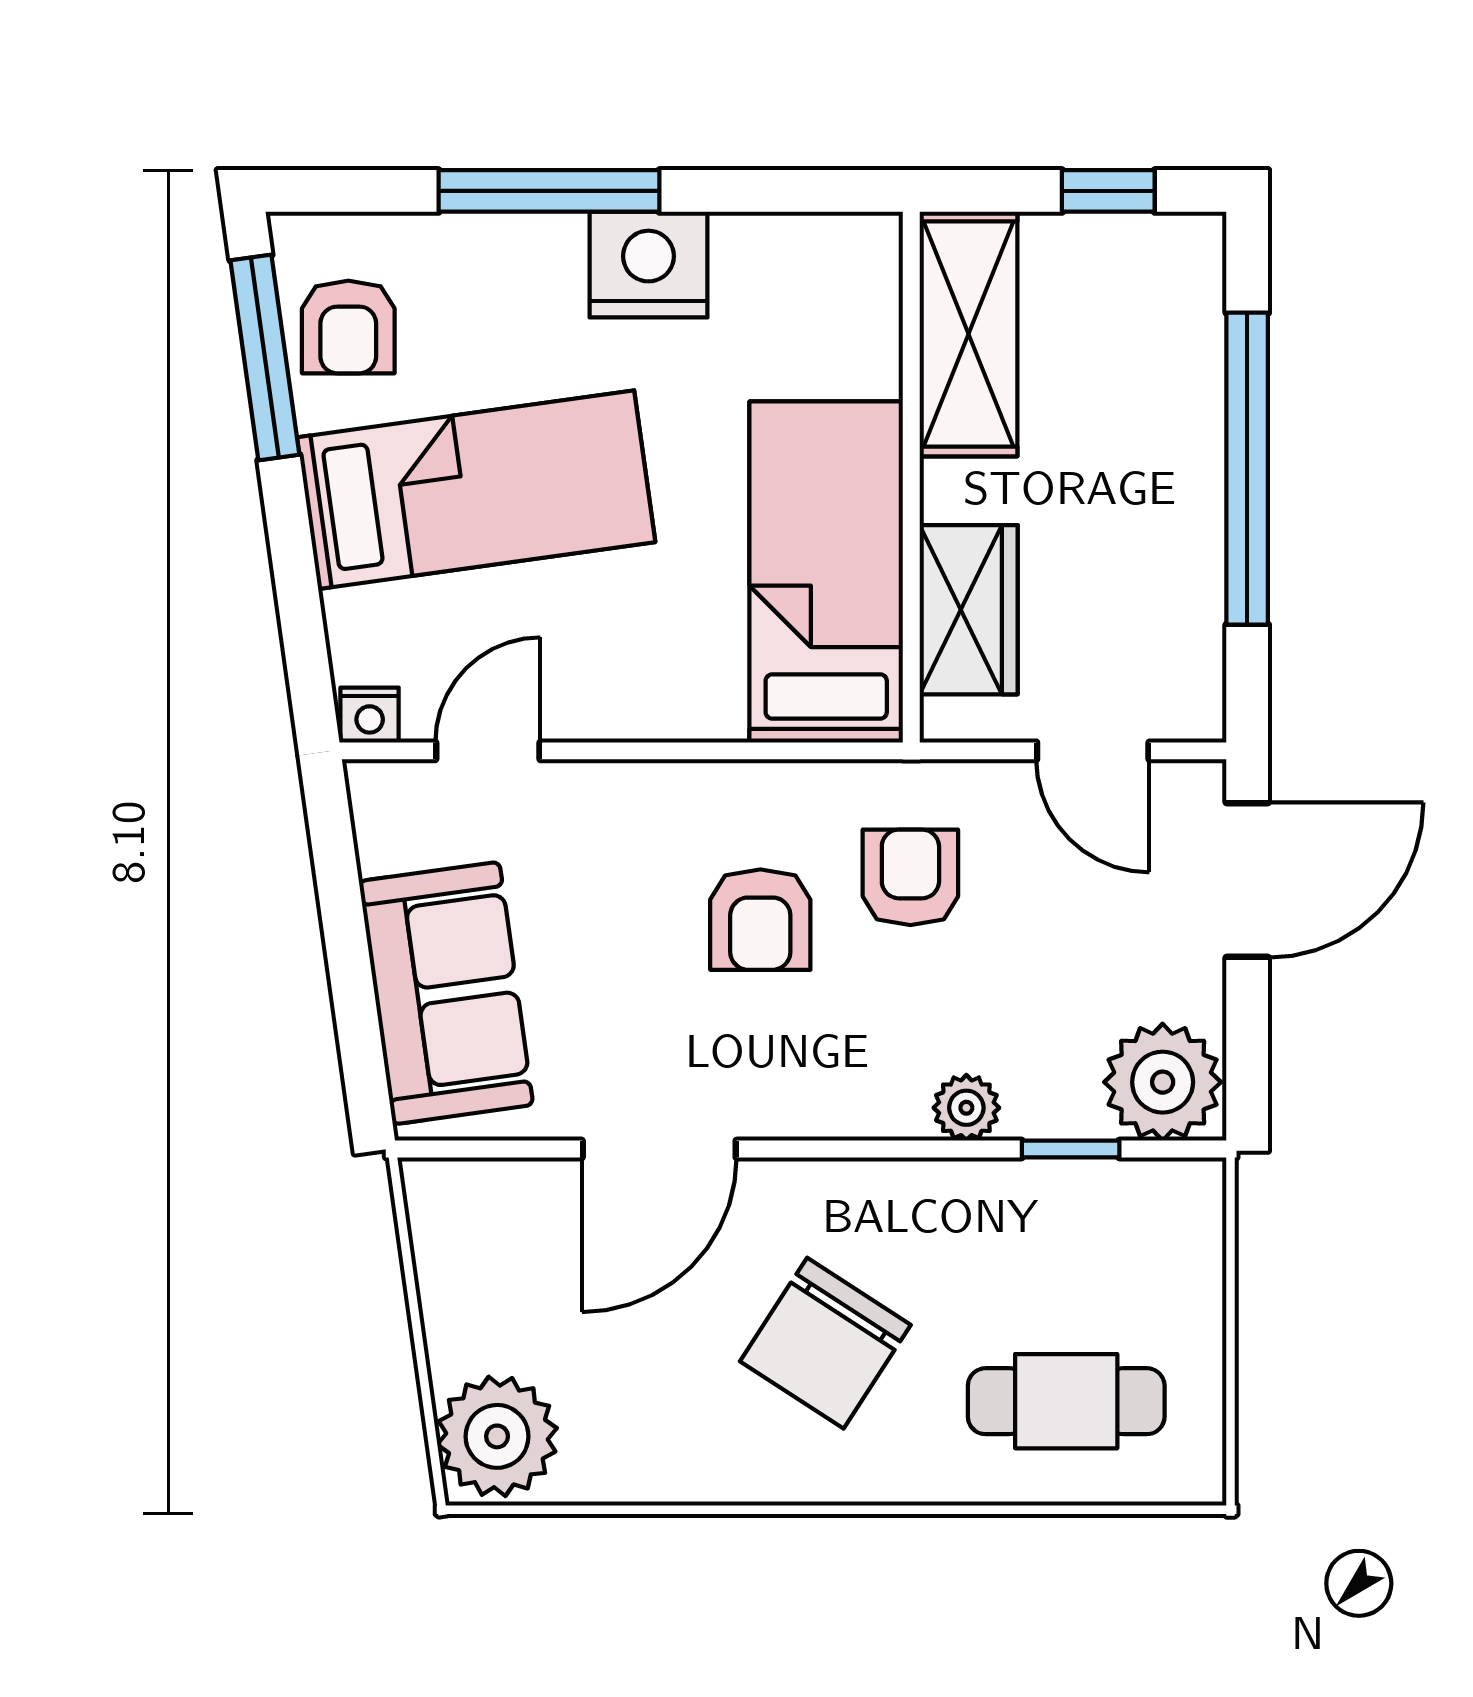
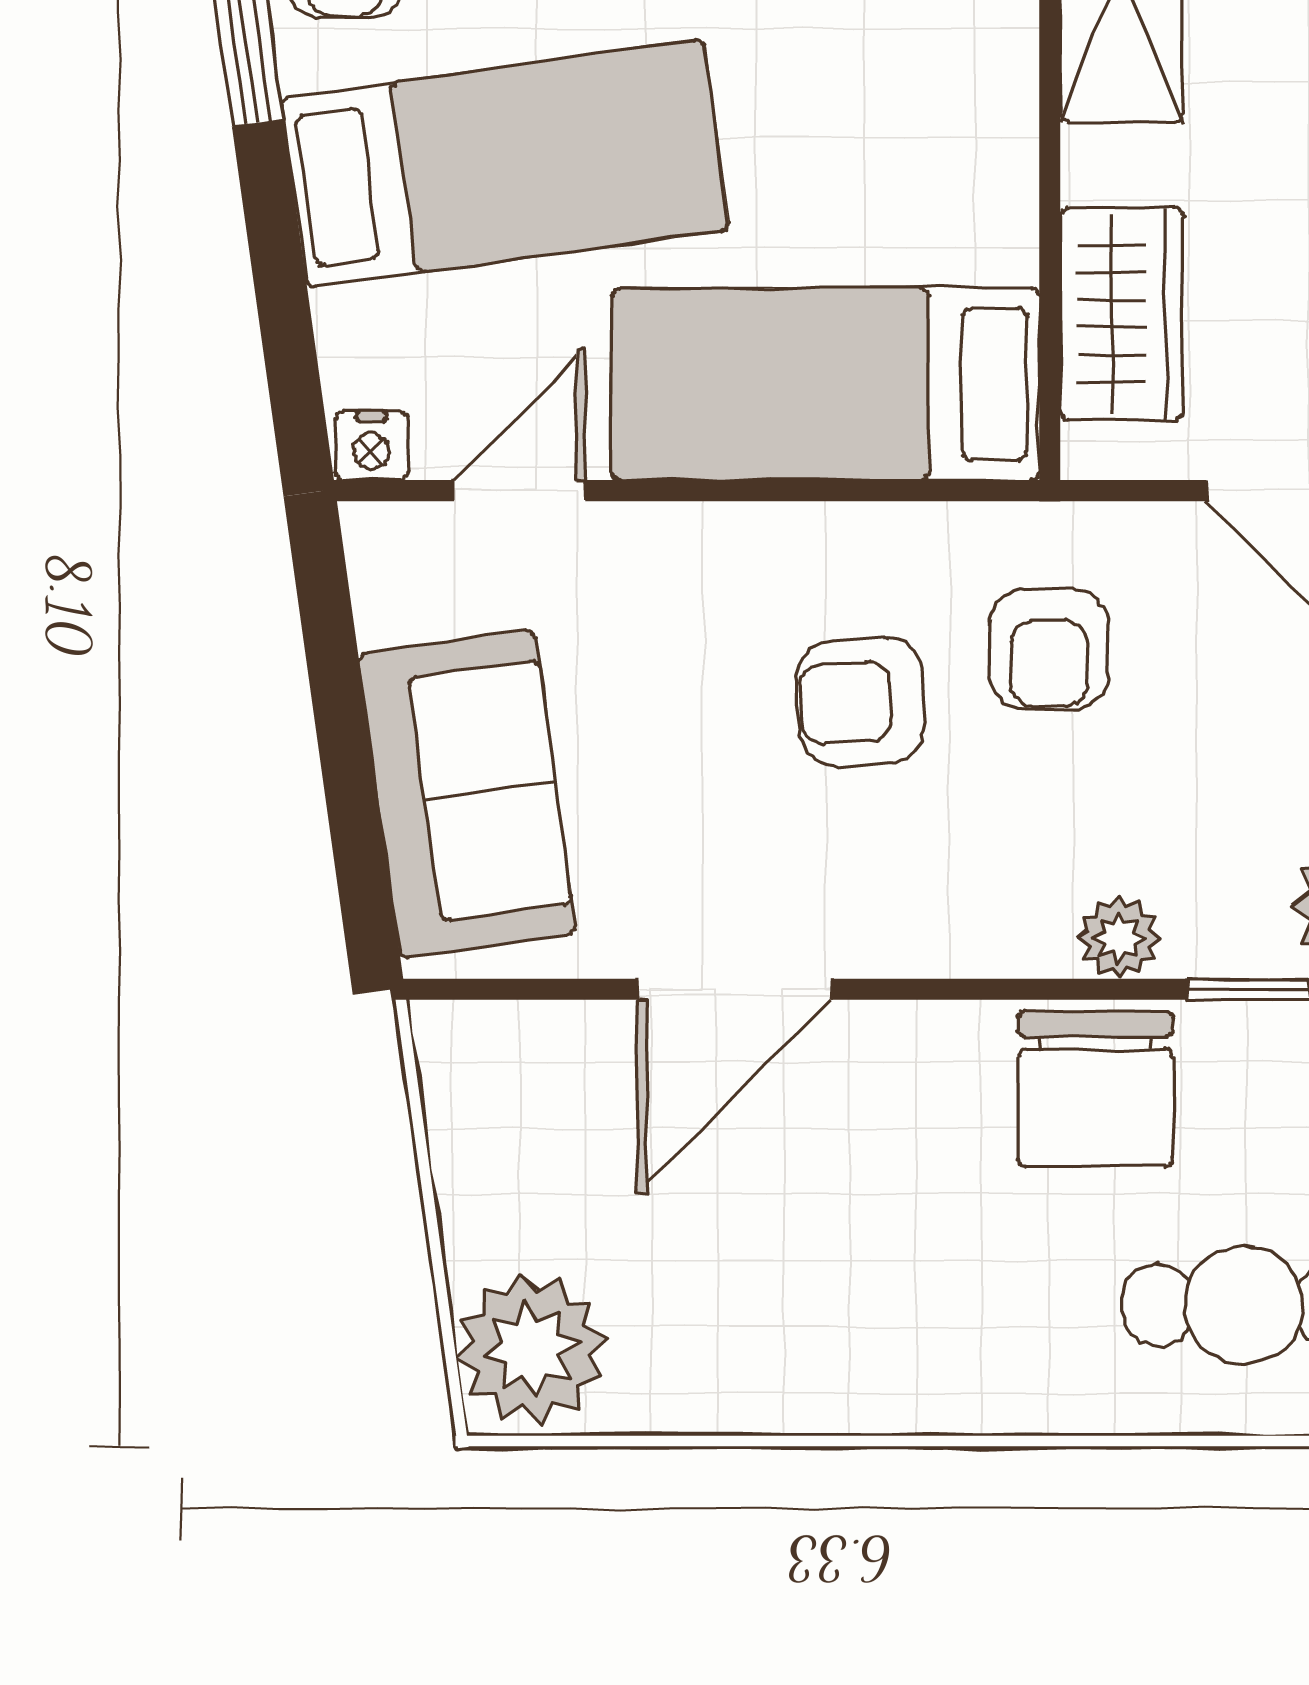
bed: (826, 572) -> (826, 384), moved, turned -90
armchair: (910, 877) -> (1049, 649), turned 180
armchair: (760, 920) -> (861, 702), turned 87
chair: (825, 1343) -> (1096, 1089), moved, turned -33

